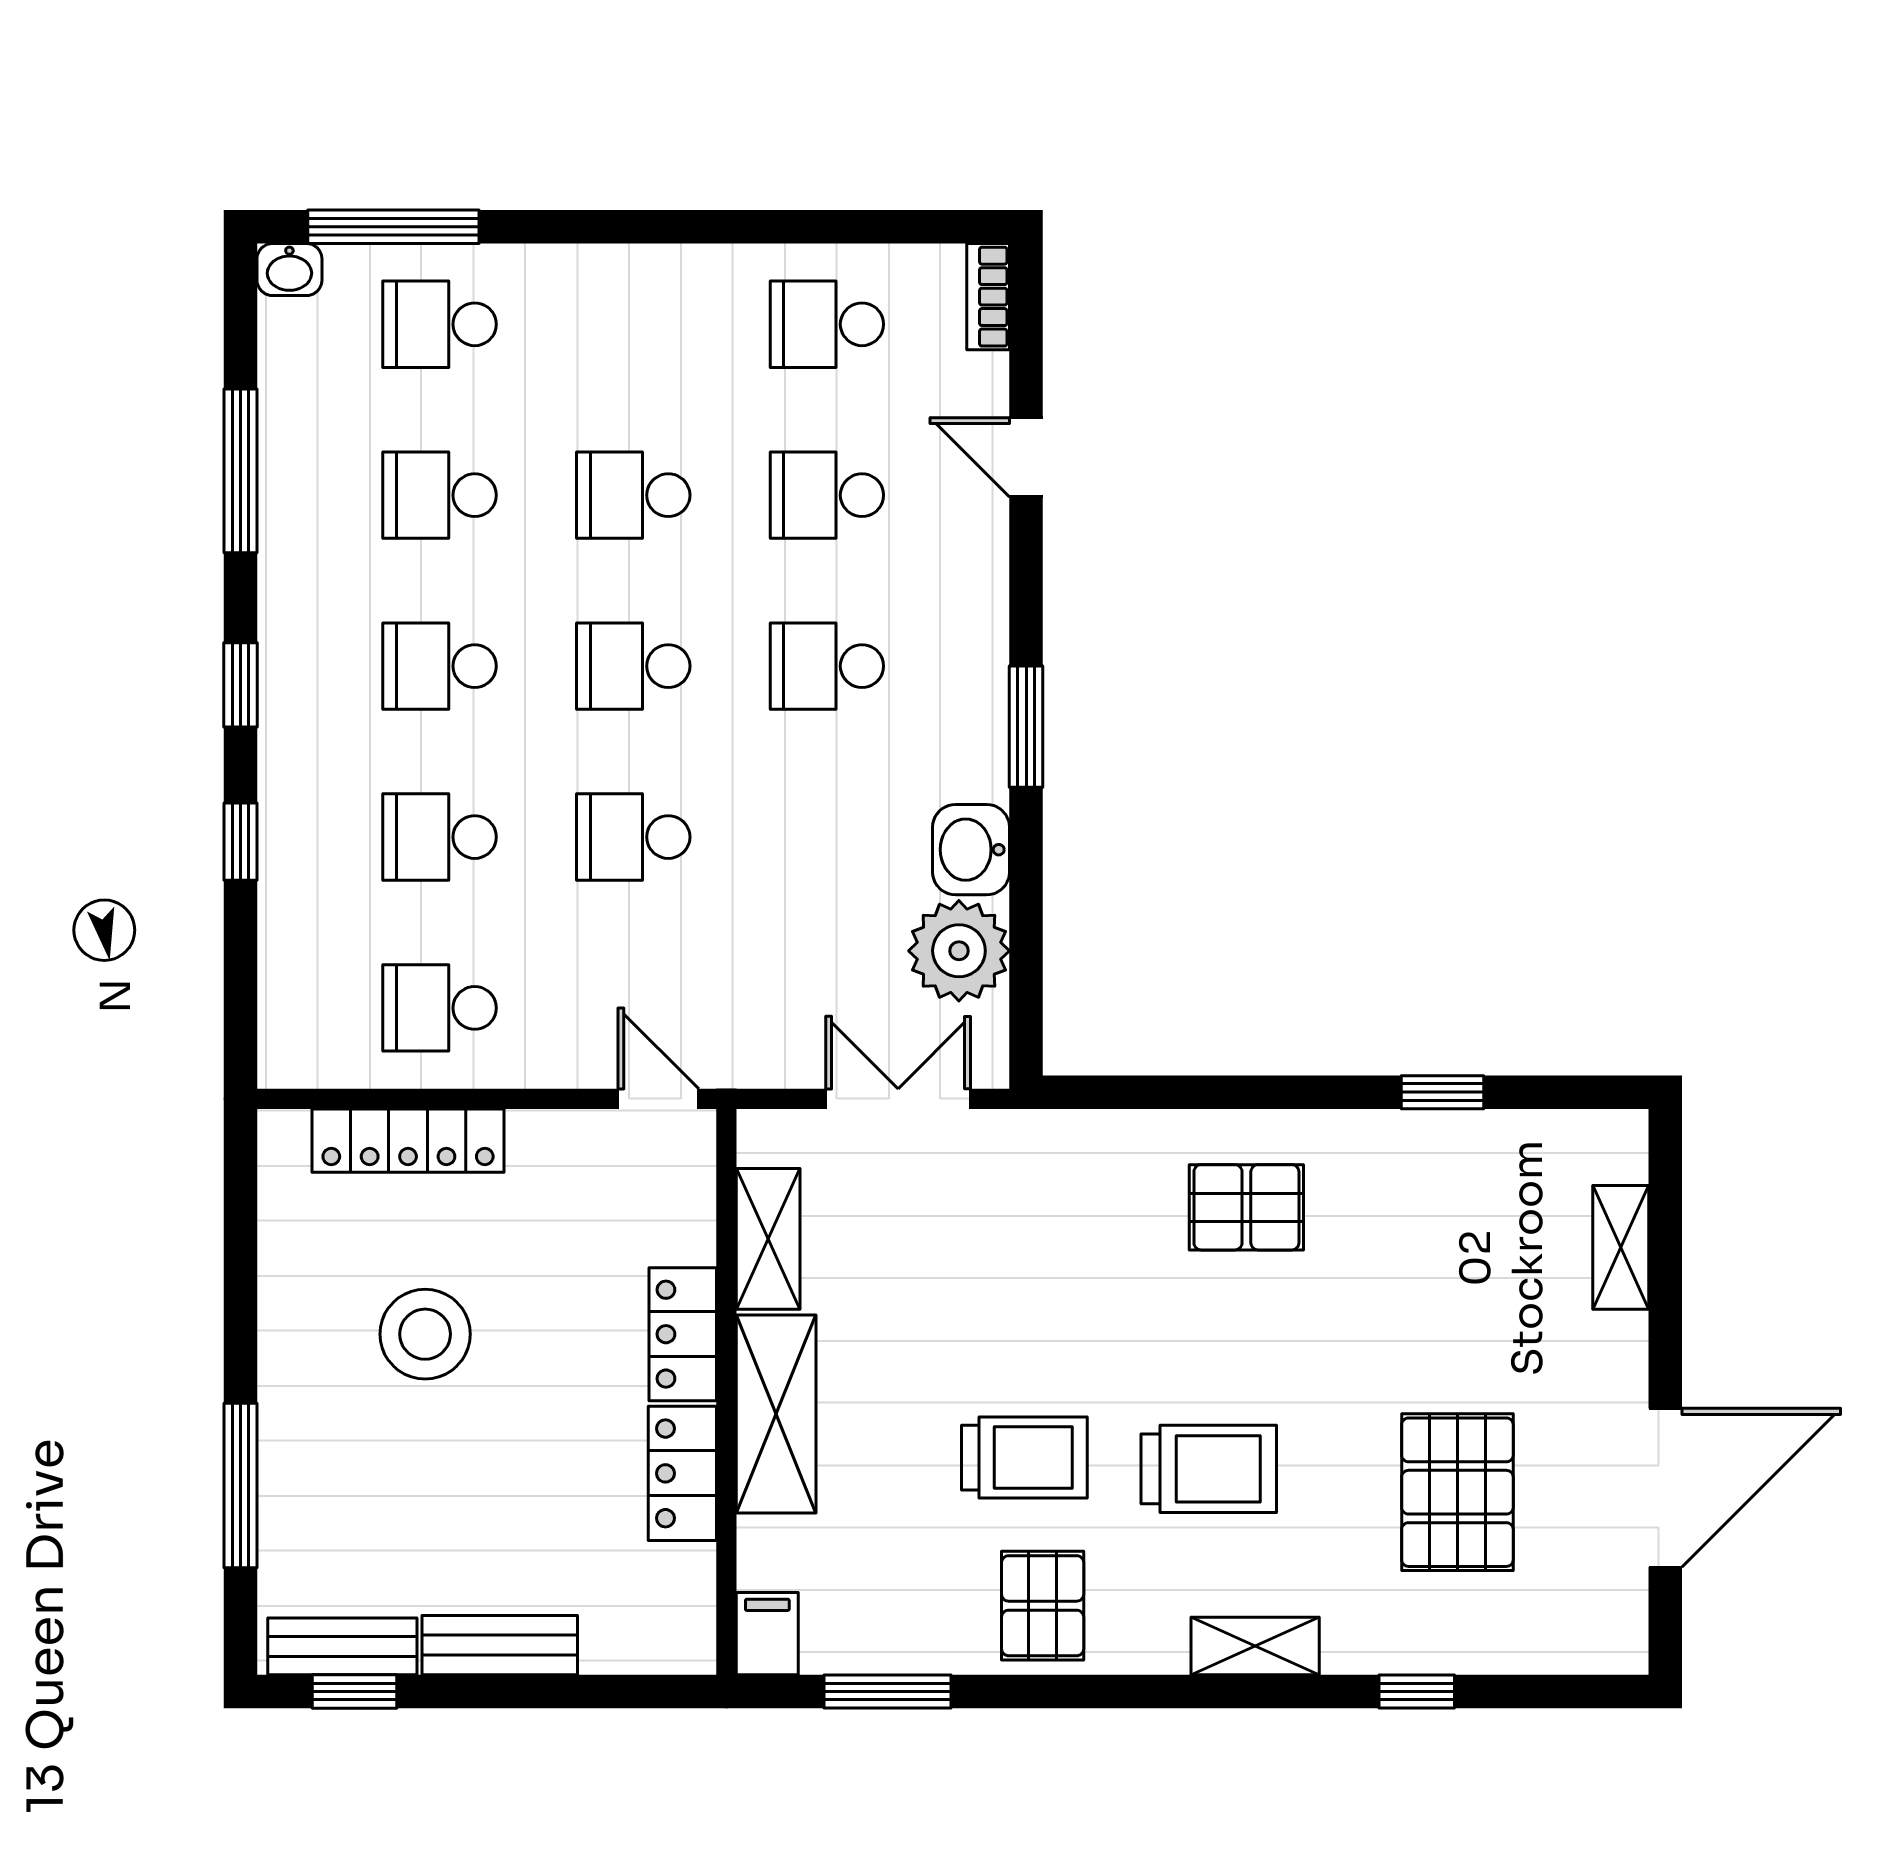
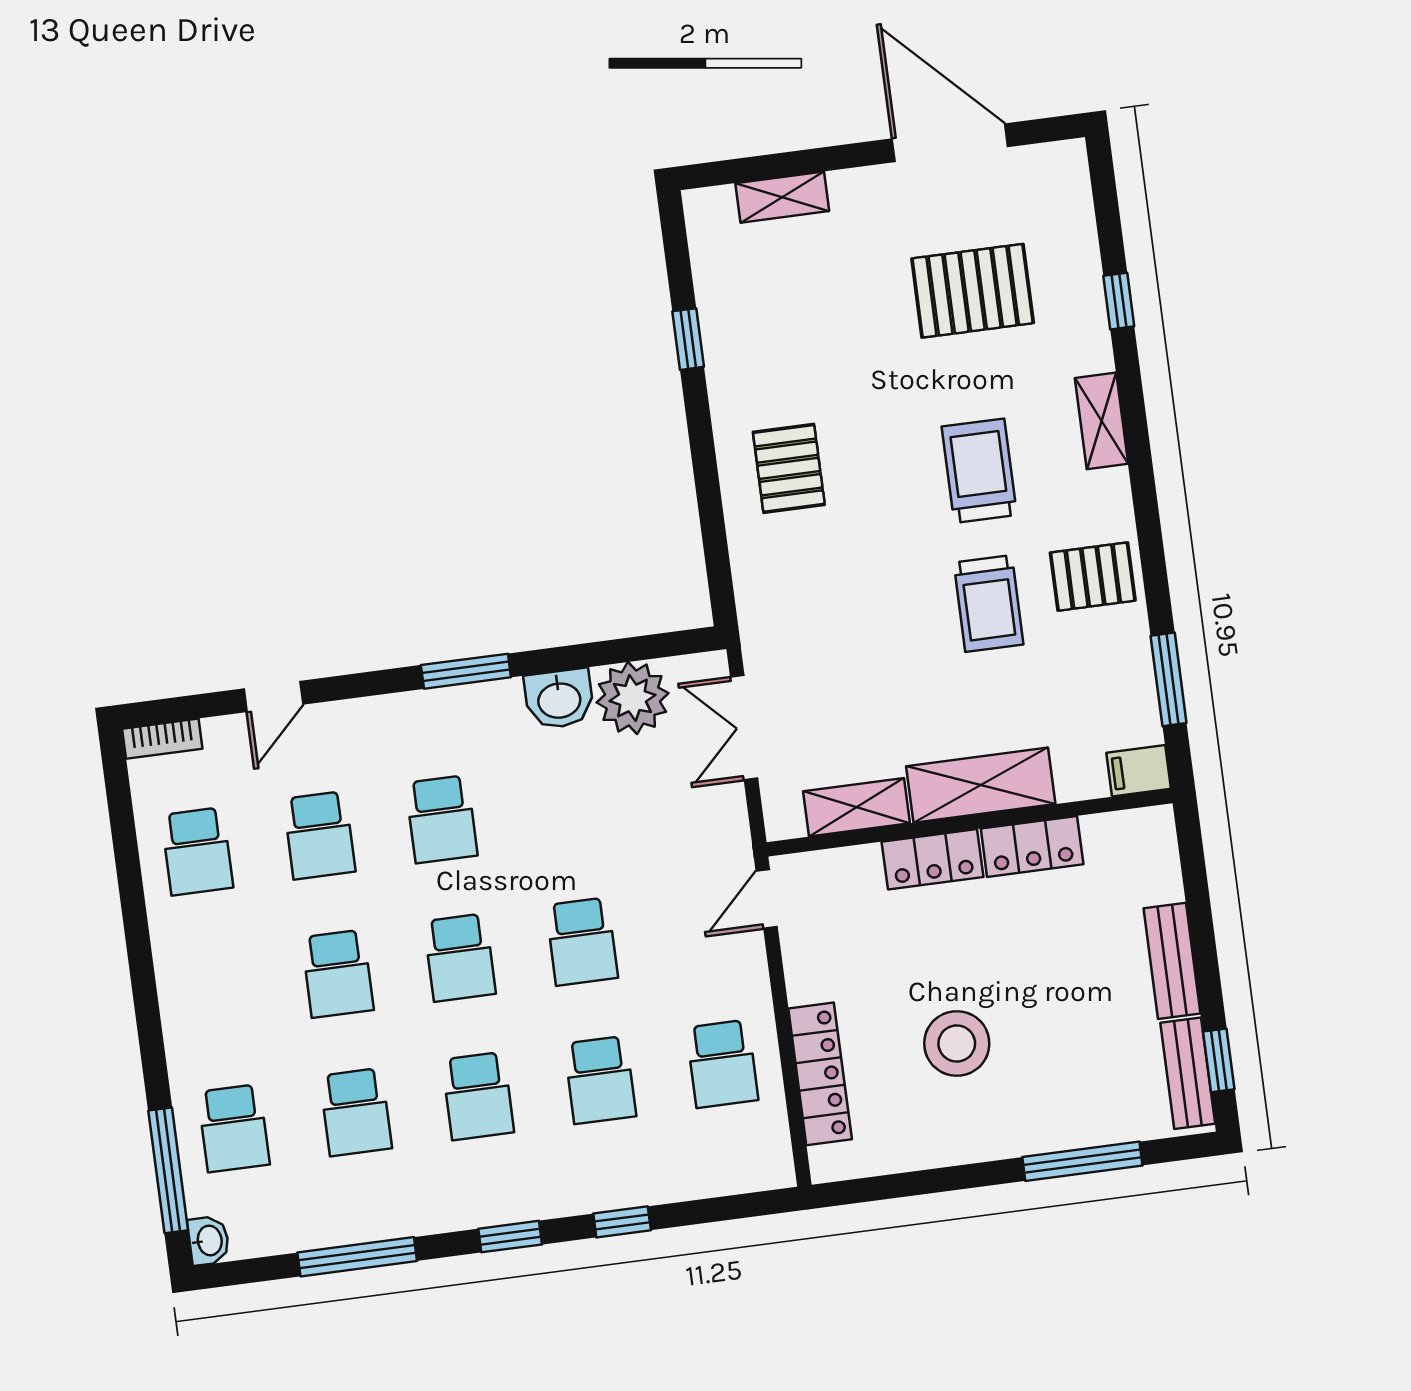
trolley: (1024, 1458) -> (989, 604), turned 180

